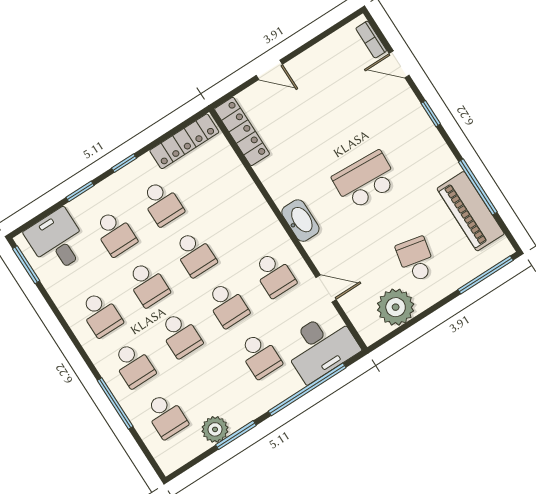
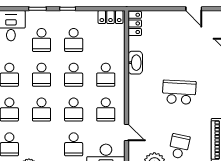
door: (269, 70) -> (194, 9), moved
locker: (242, 131) -> (135, 23), width x0.66
locker: (184, 141) -> (110, 17), width x0.66
washbasin: (300, 221) -> (135, 63), moved
school desk: (242, 224) -> (106, 75), added

